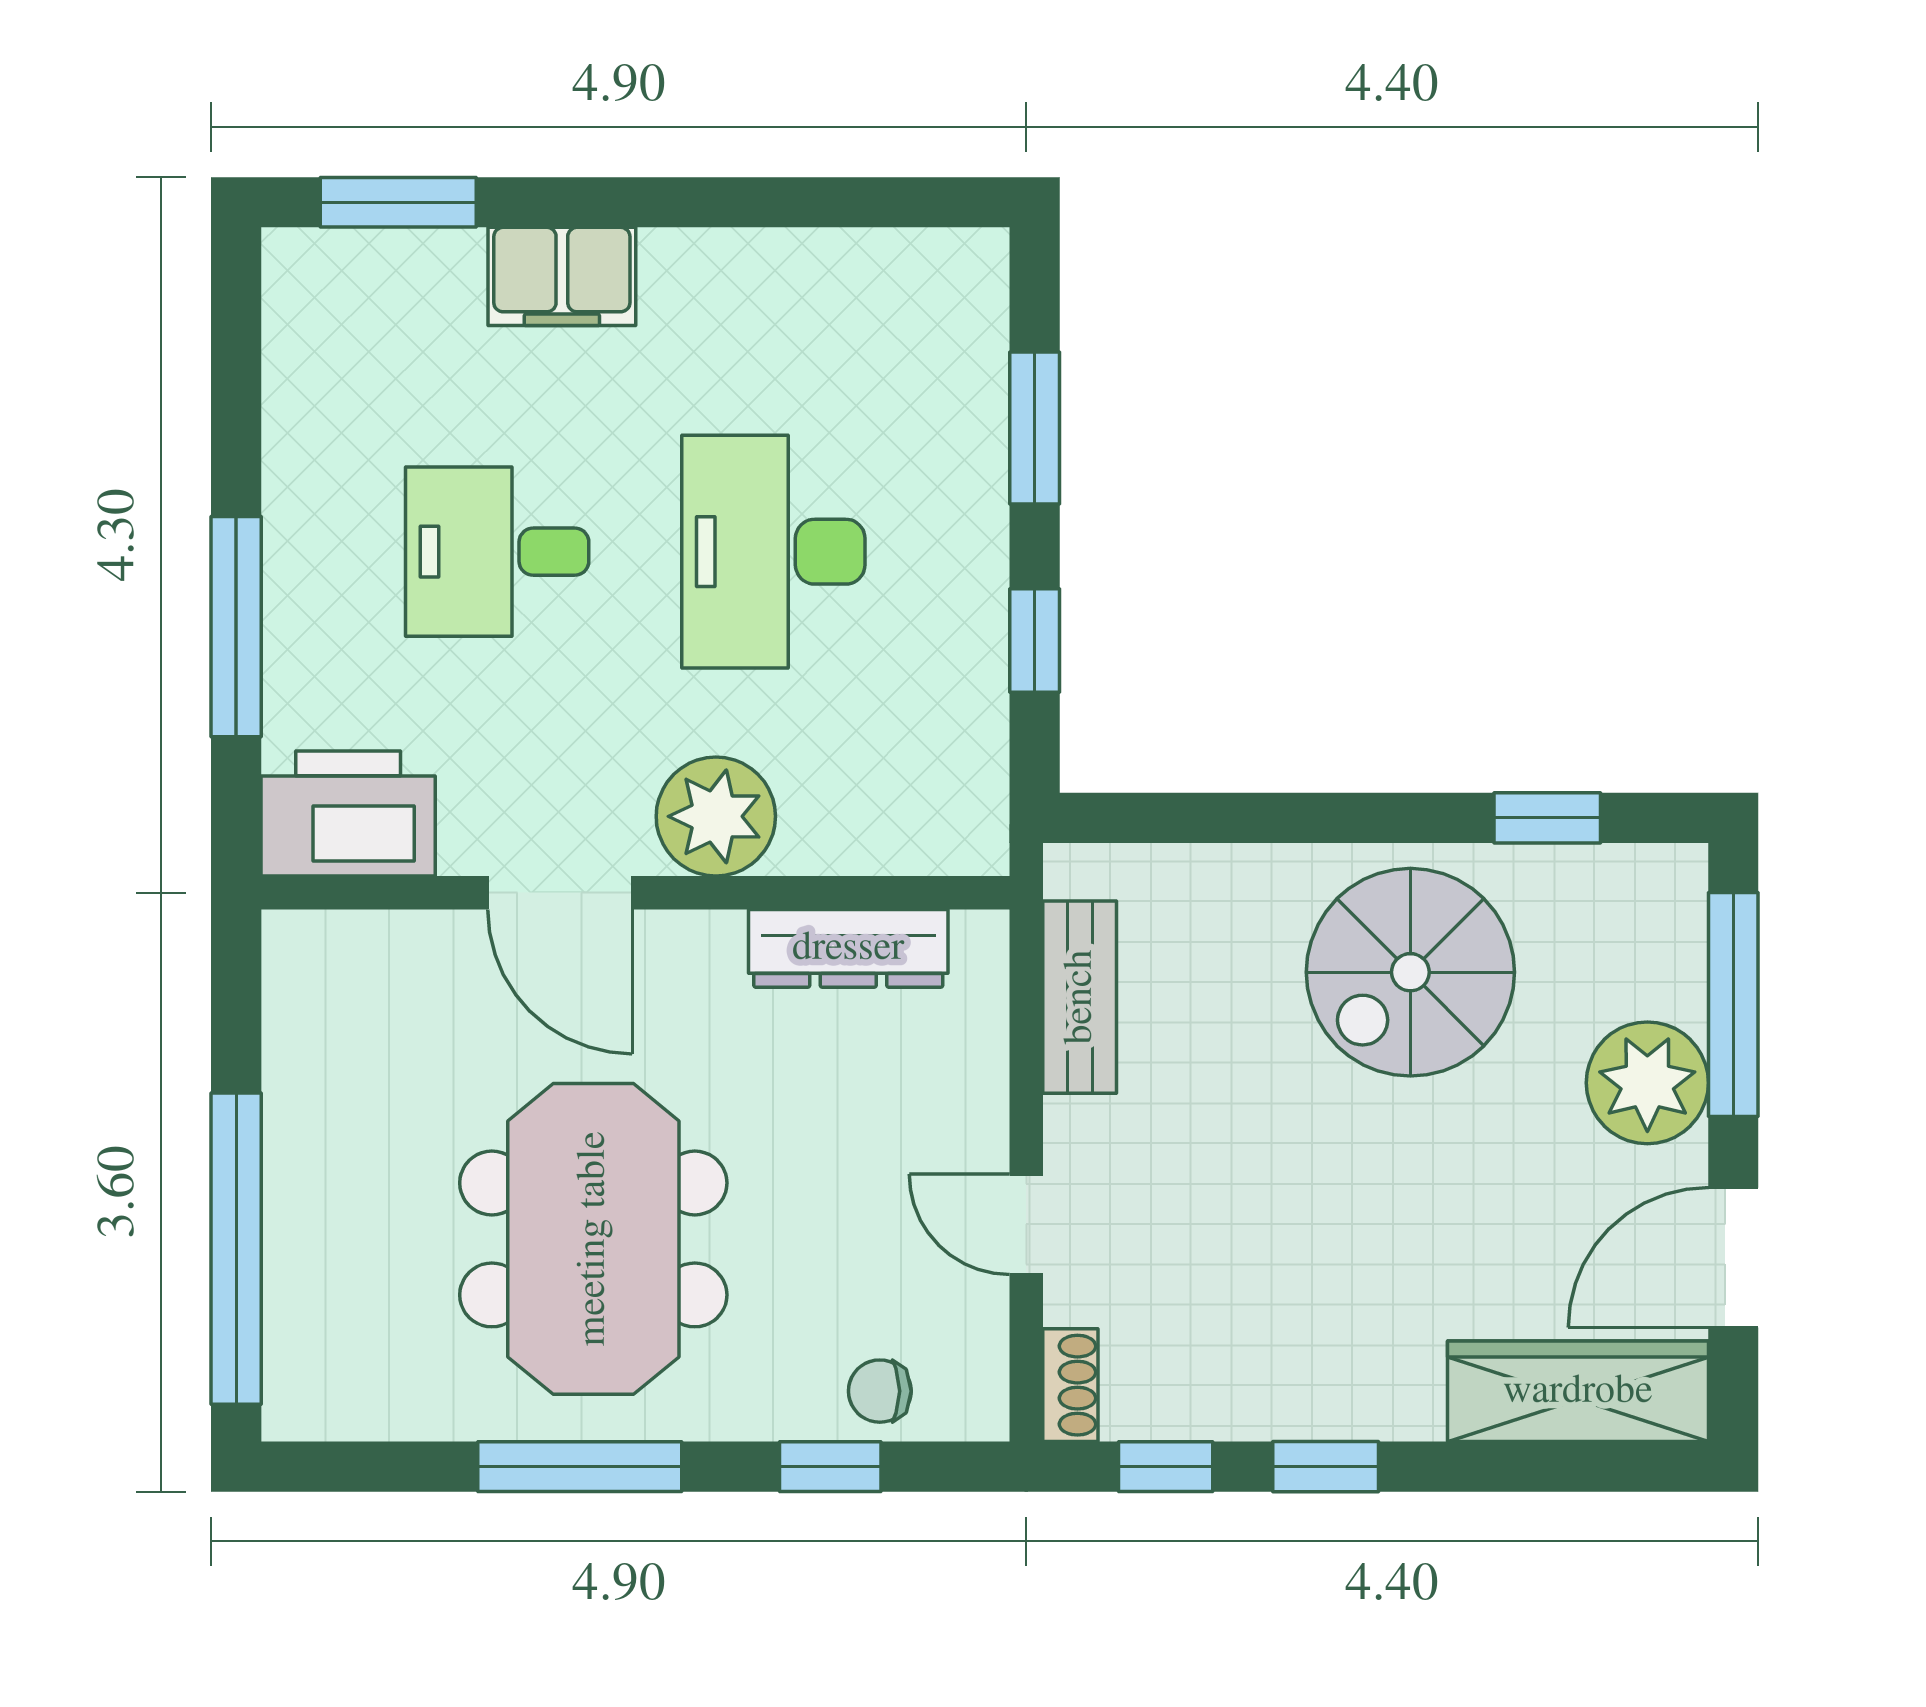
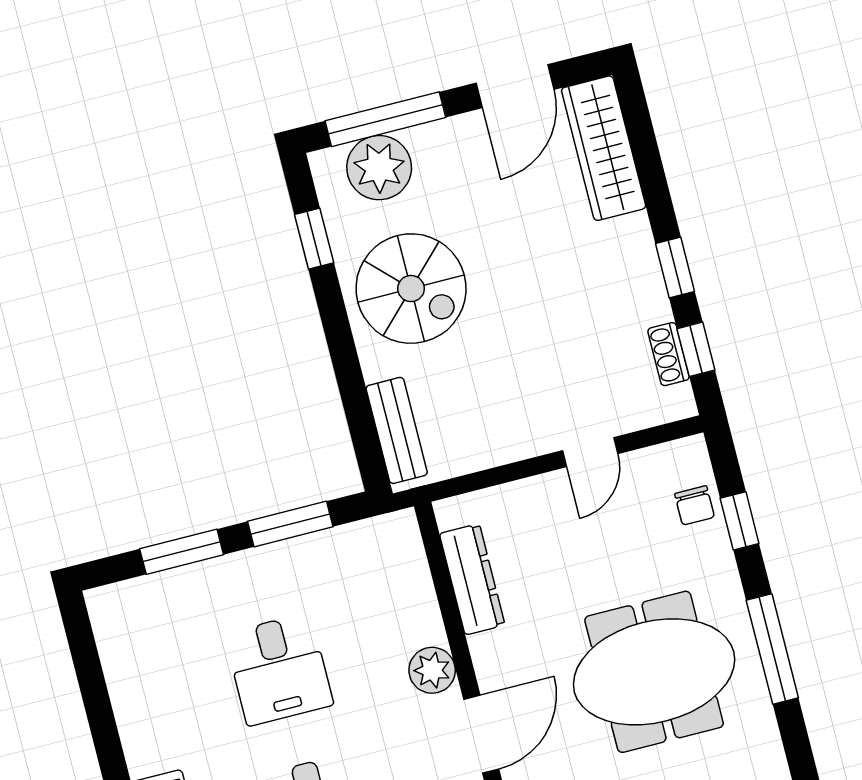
desk: (773, 552) -> (279, 669), width x0.73
window: (1035, 641) -> (290, 524), width x1.50
plant: (716, 816) -> (432, 670), width x0.73, depth x0.73
bench: (1080, 997) -> (397, 430), moved, turned 90
plant: (1647, 1083) -> (379, 168), moved
door: (1733, 1258) -> (515, 86), hinge flipped
shoe rack: (1070, 1385) -> (669, 354), moved, turned -90

